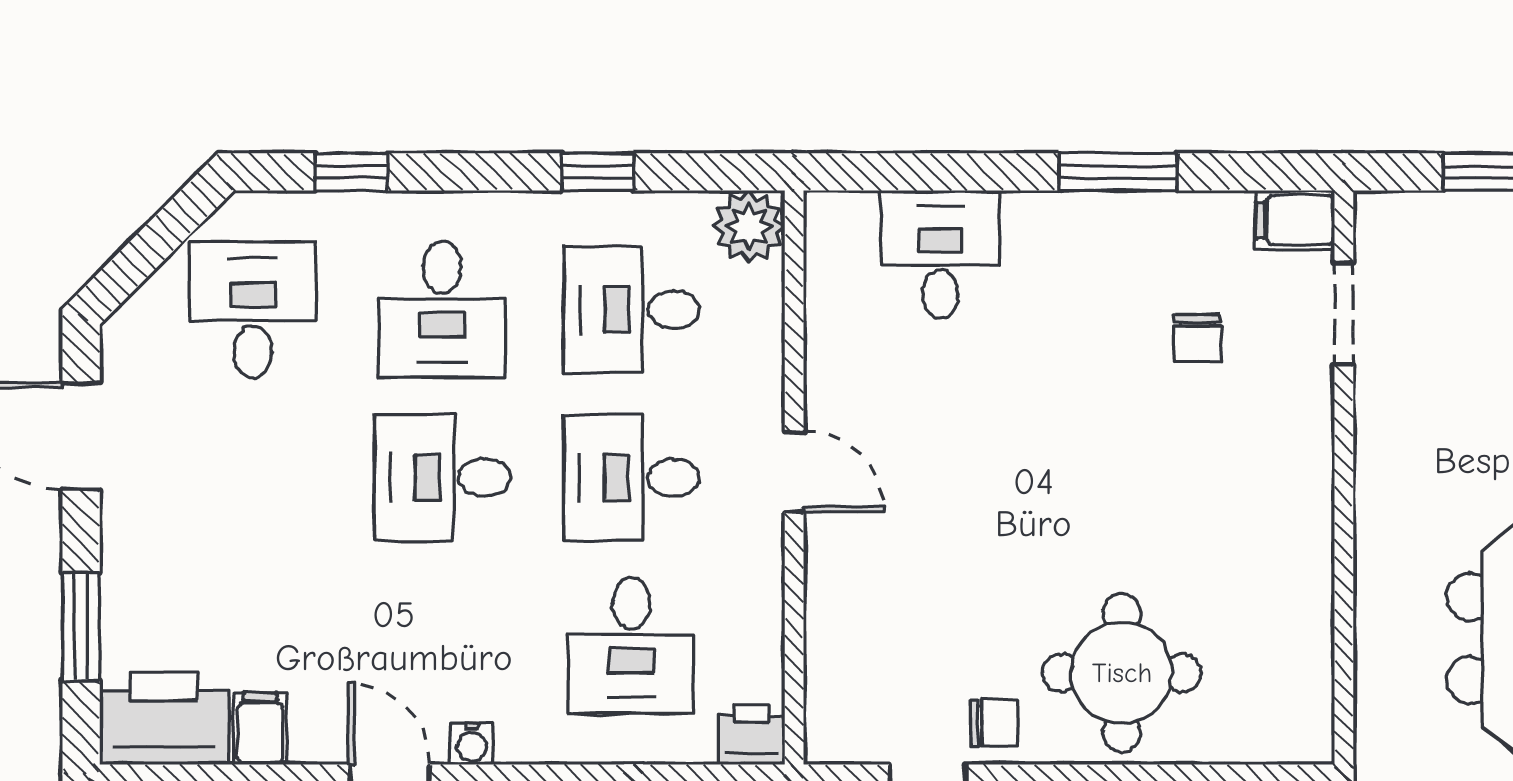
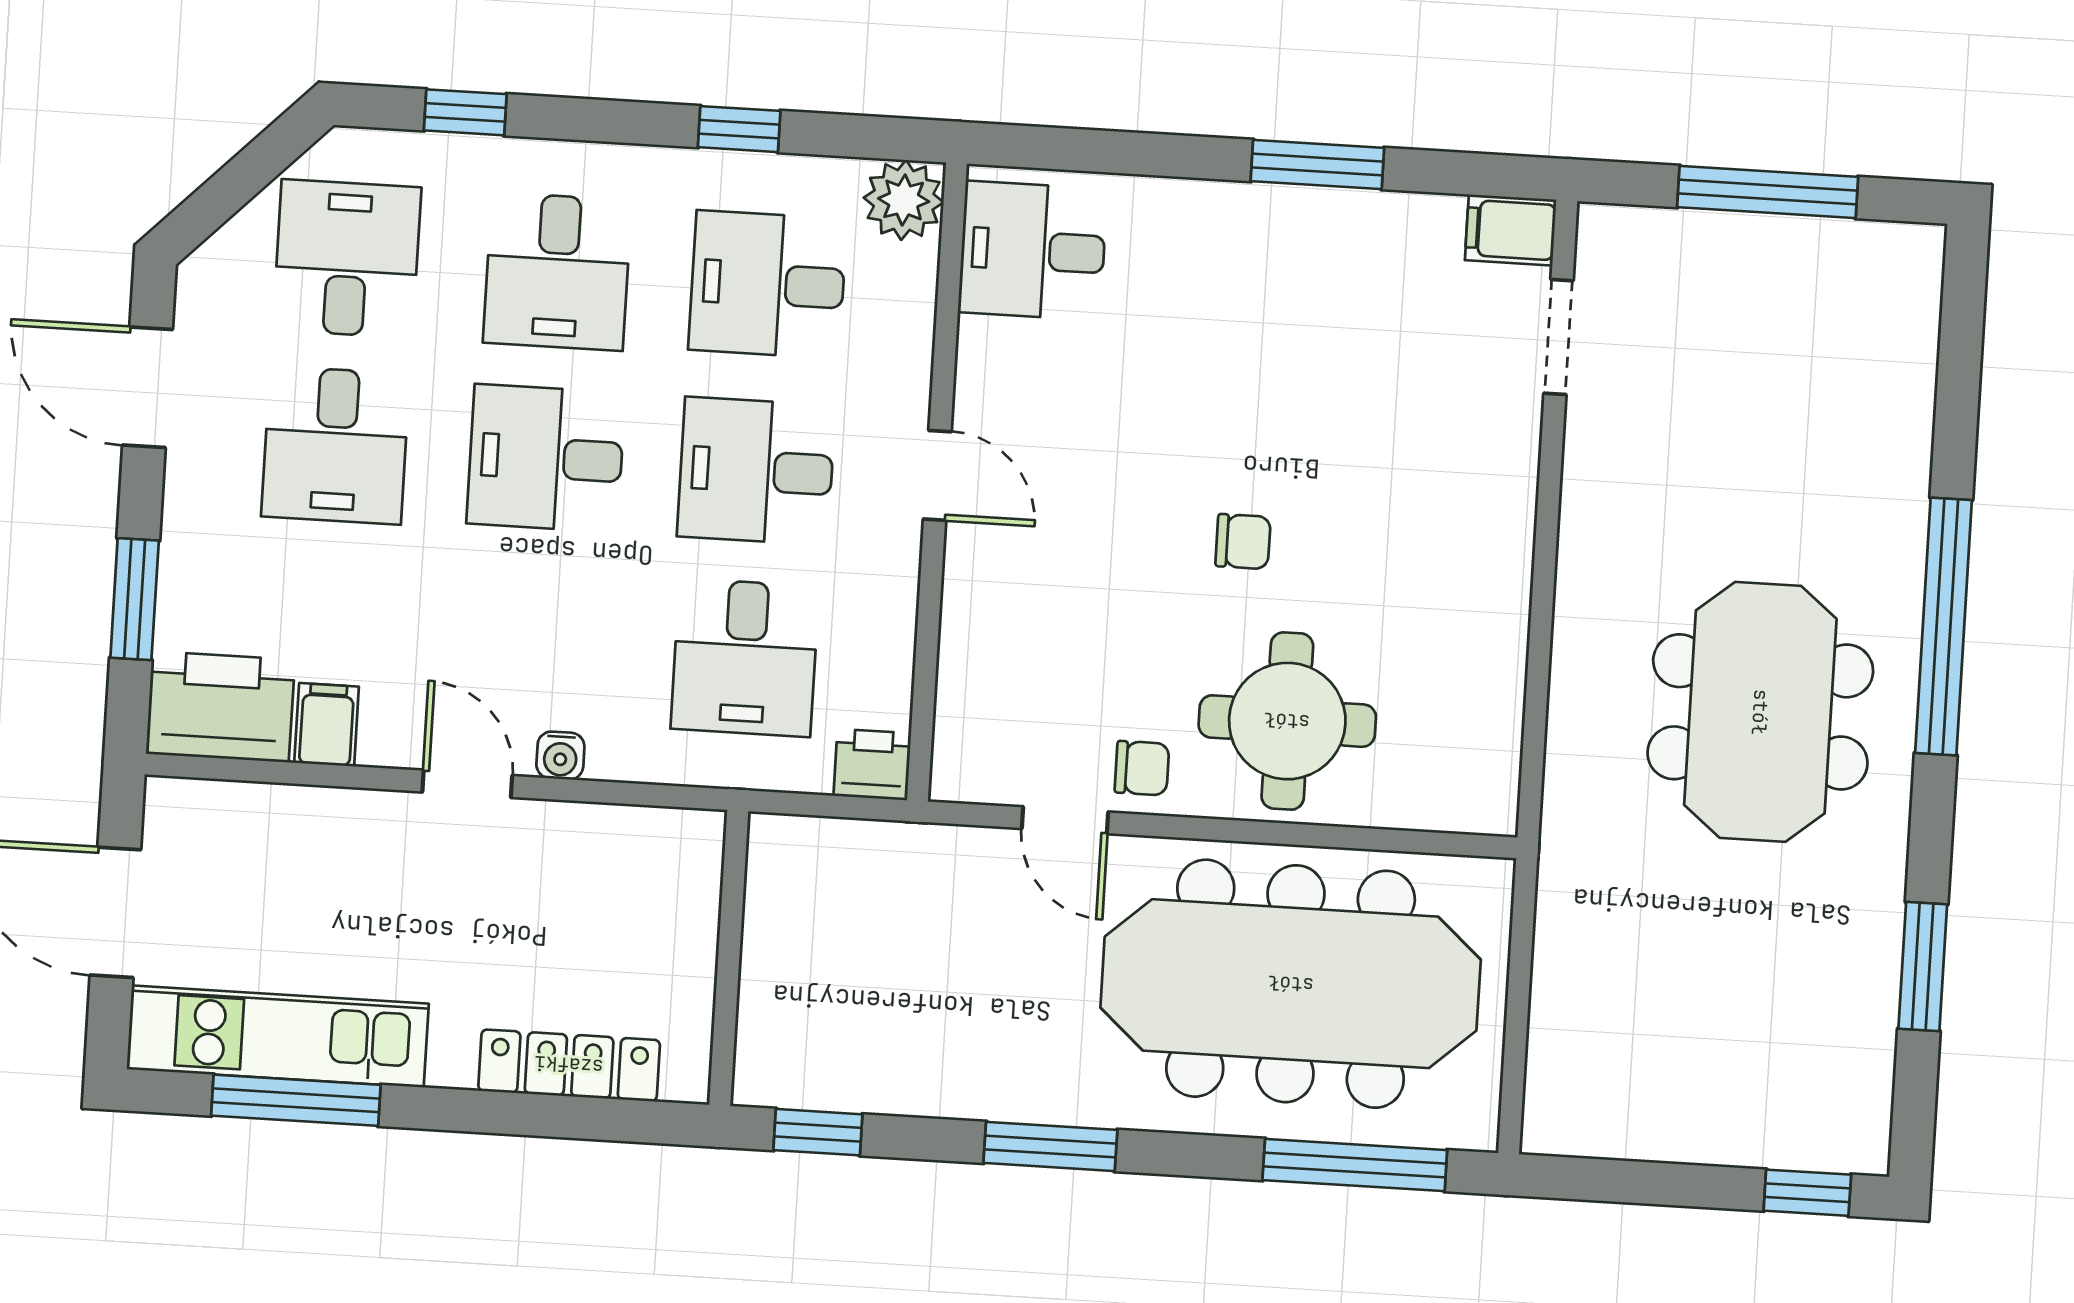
desk: (940, 254) -> (1033, 251), moved, turned -90
chair: (1197, 338) -> (1243, 541), moved, turned -90
desk: (253, 478) -> (336, 445), added

